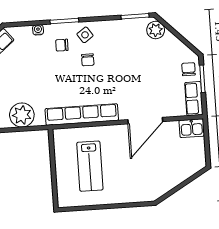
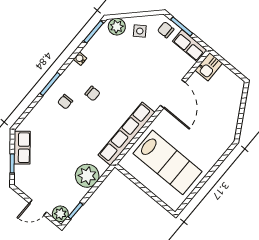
water cooler: (38, 30) -> (80, 59), moved
side table: (85, 35) -> (140, 31), moved
lab bench: (90, 166) -> (168, 162), width x1.36, depth x1.39

